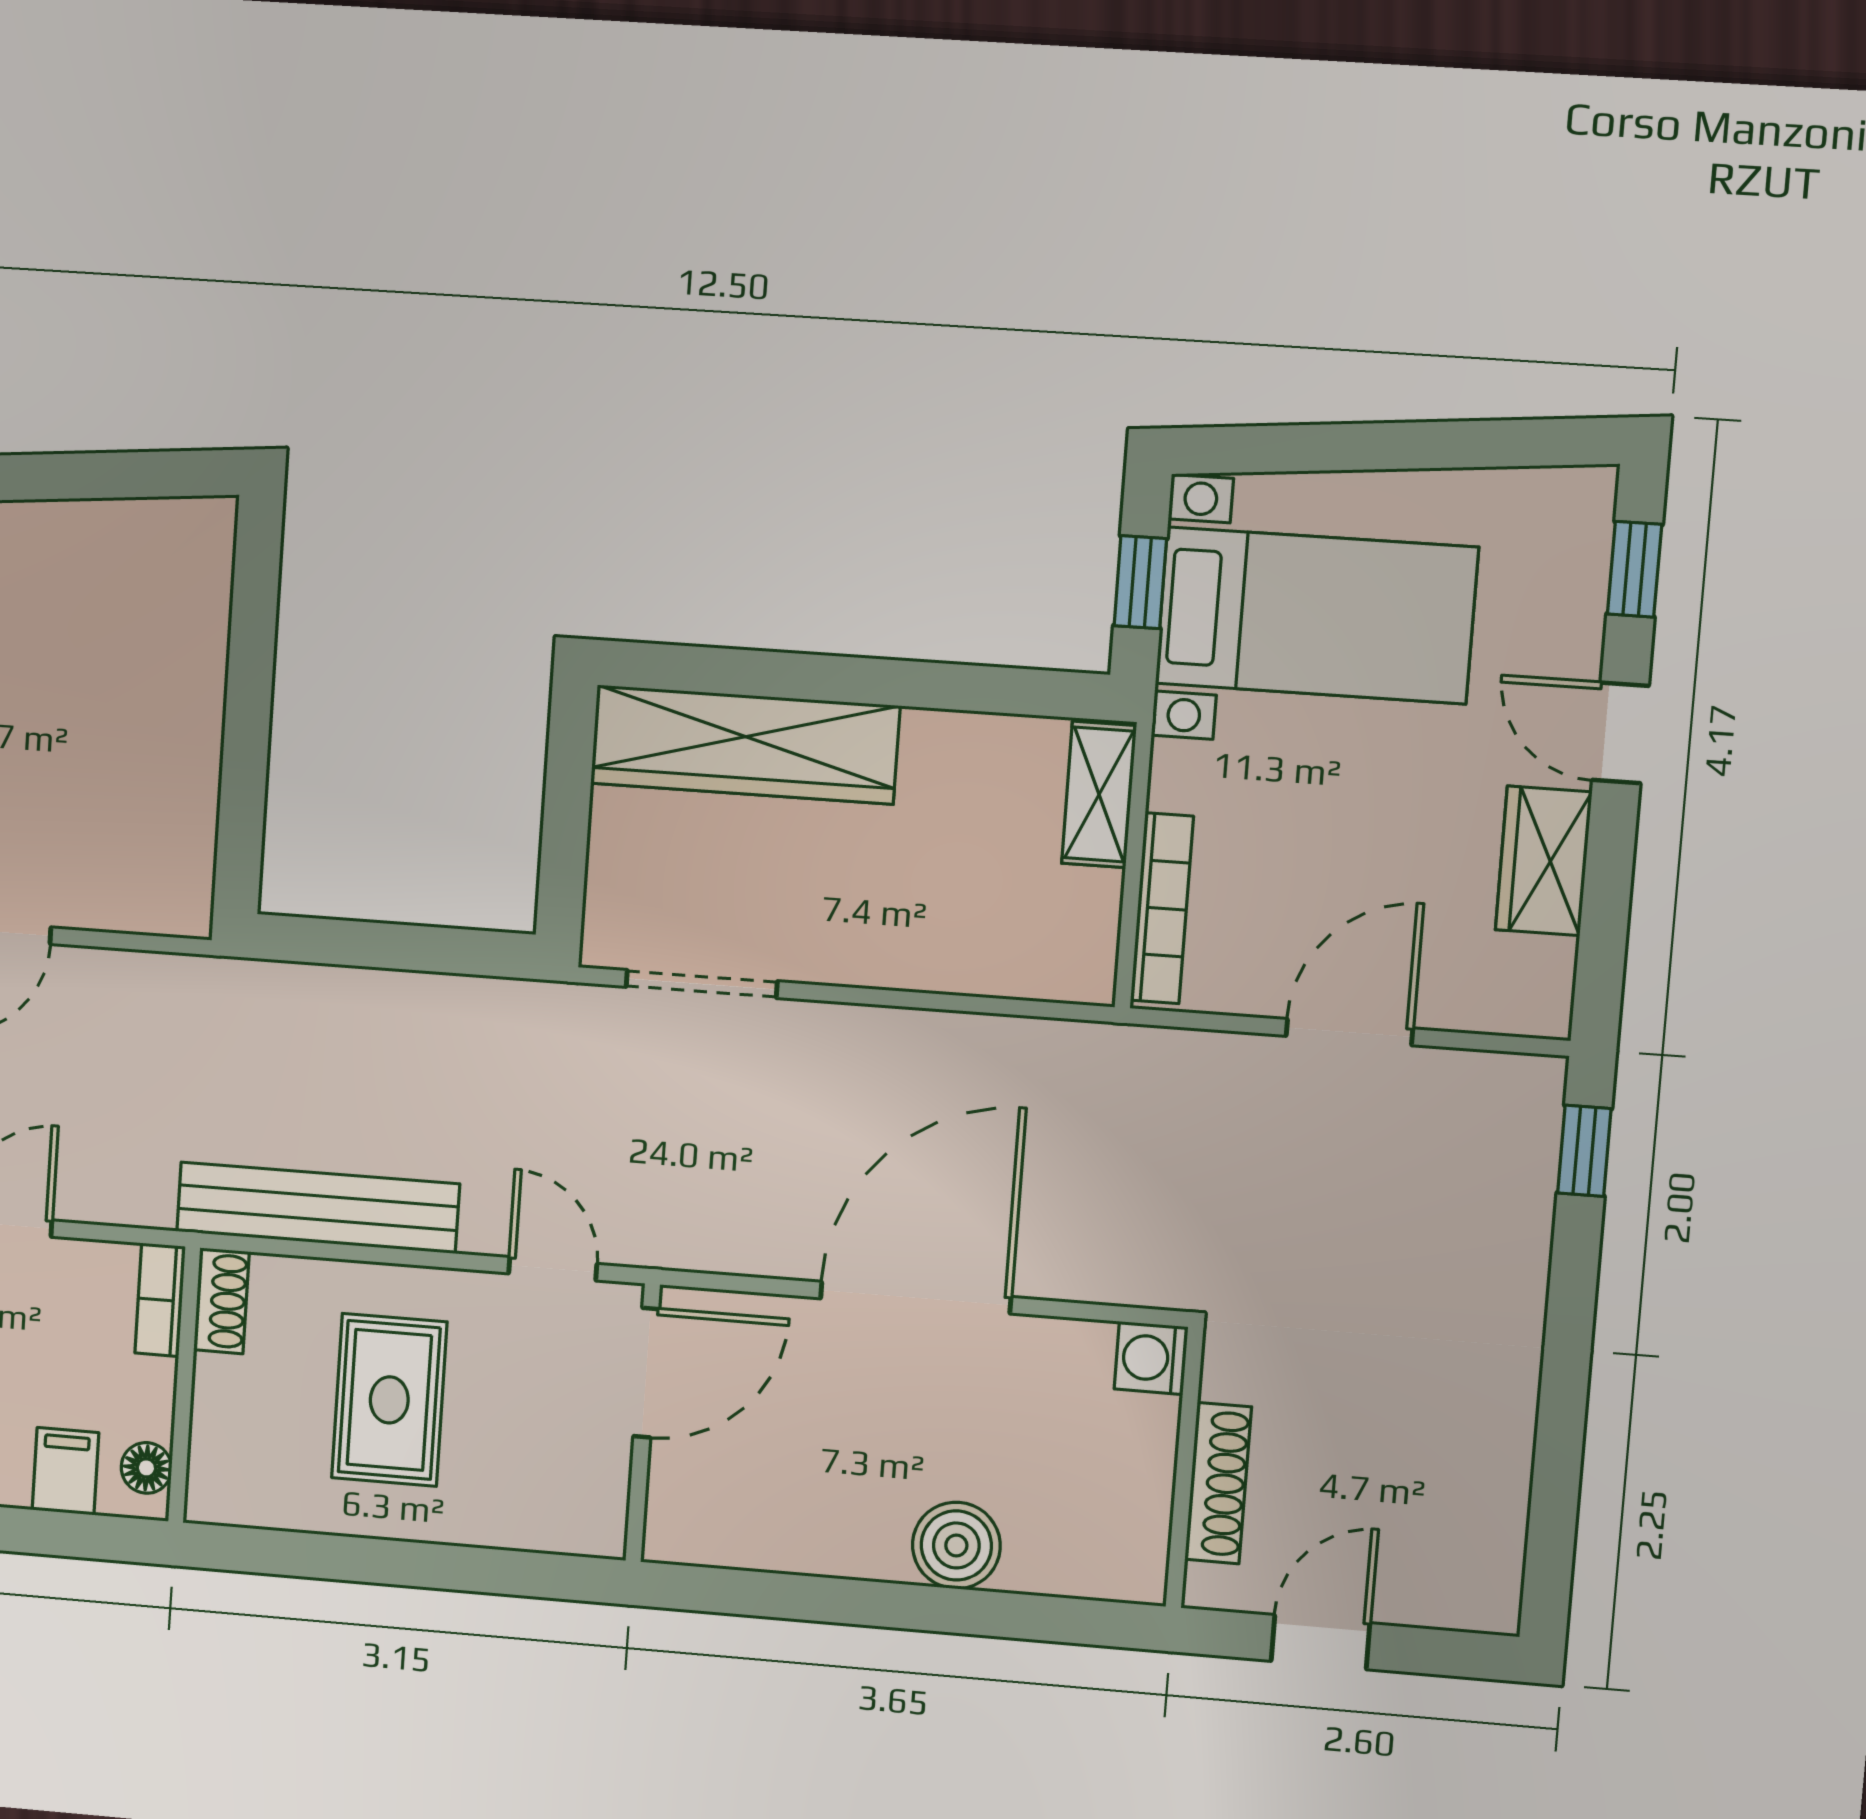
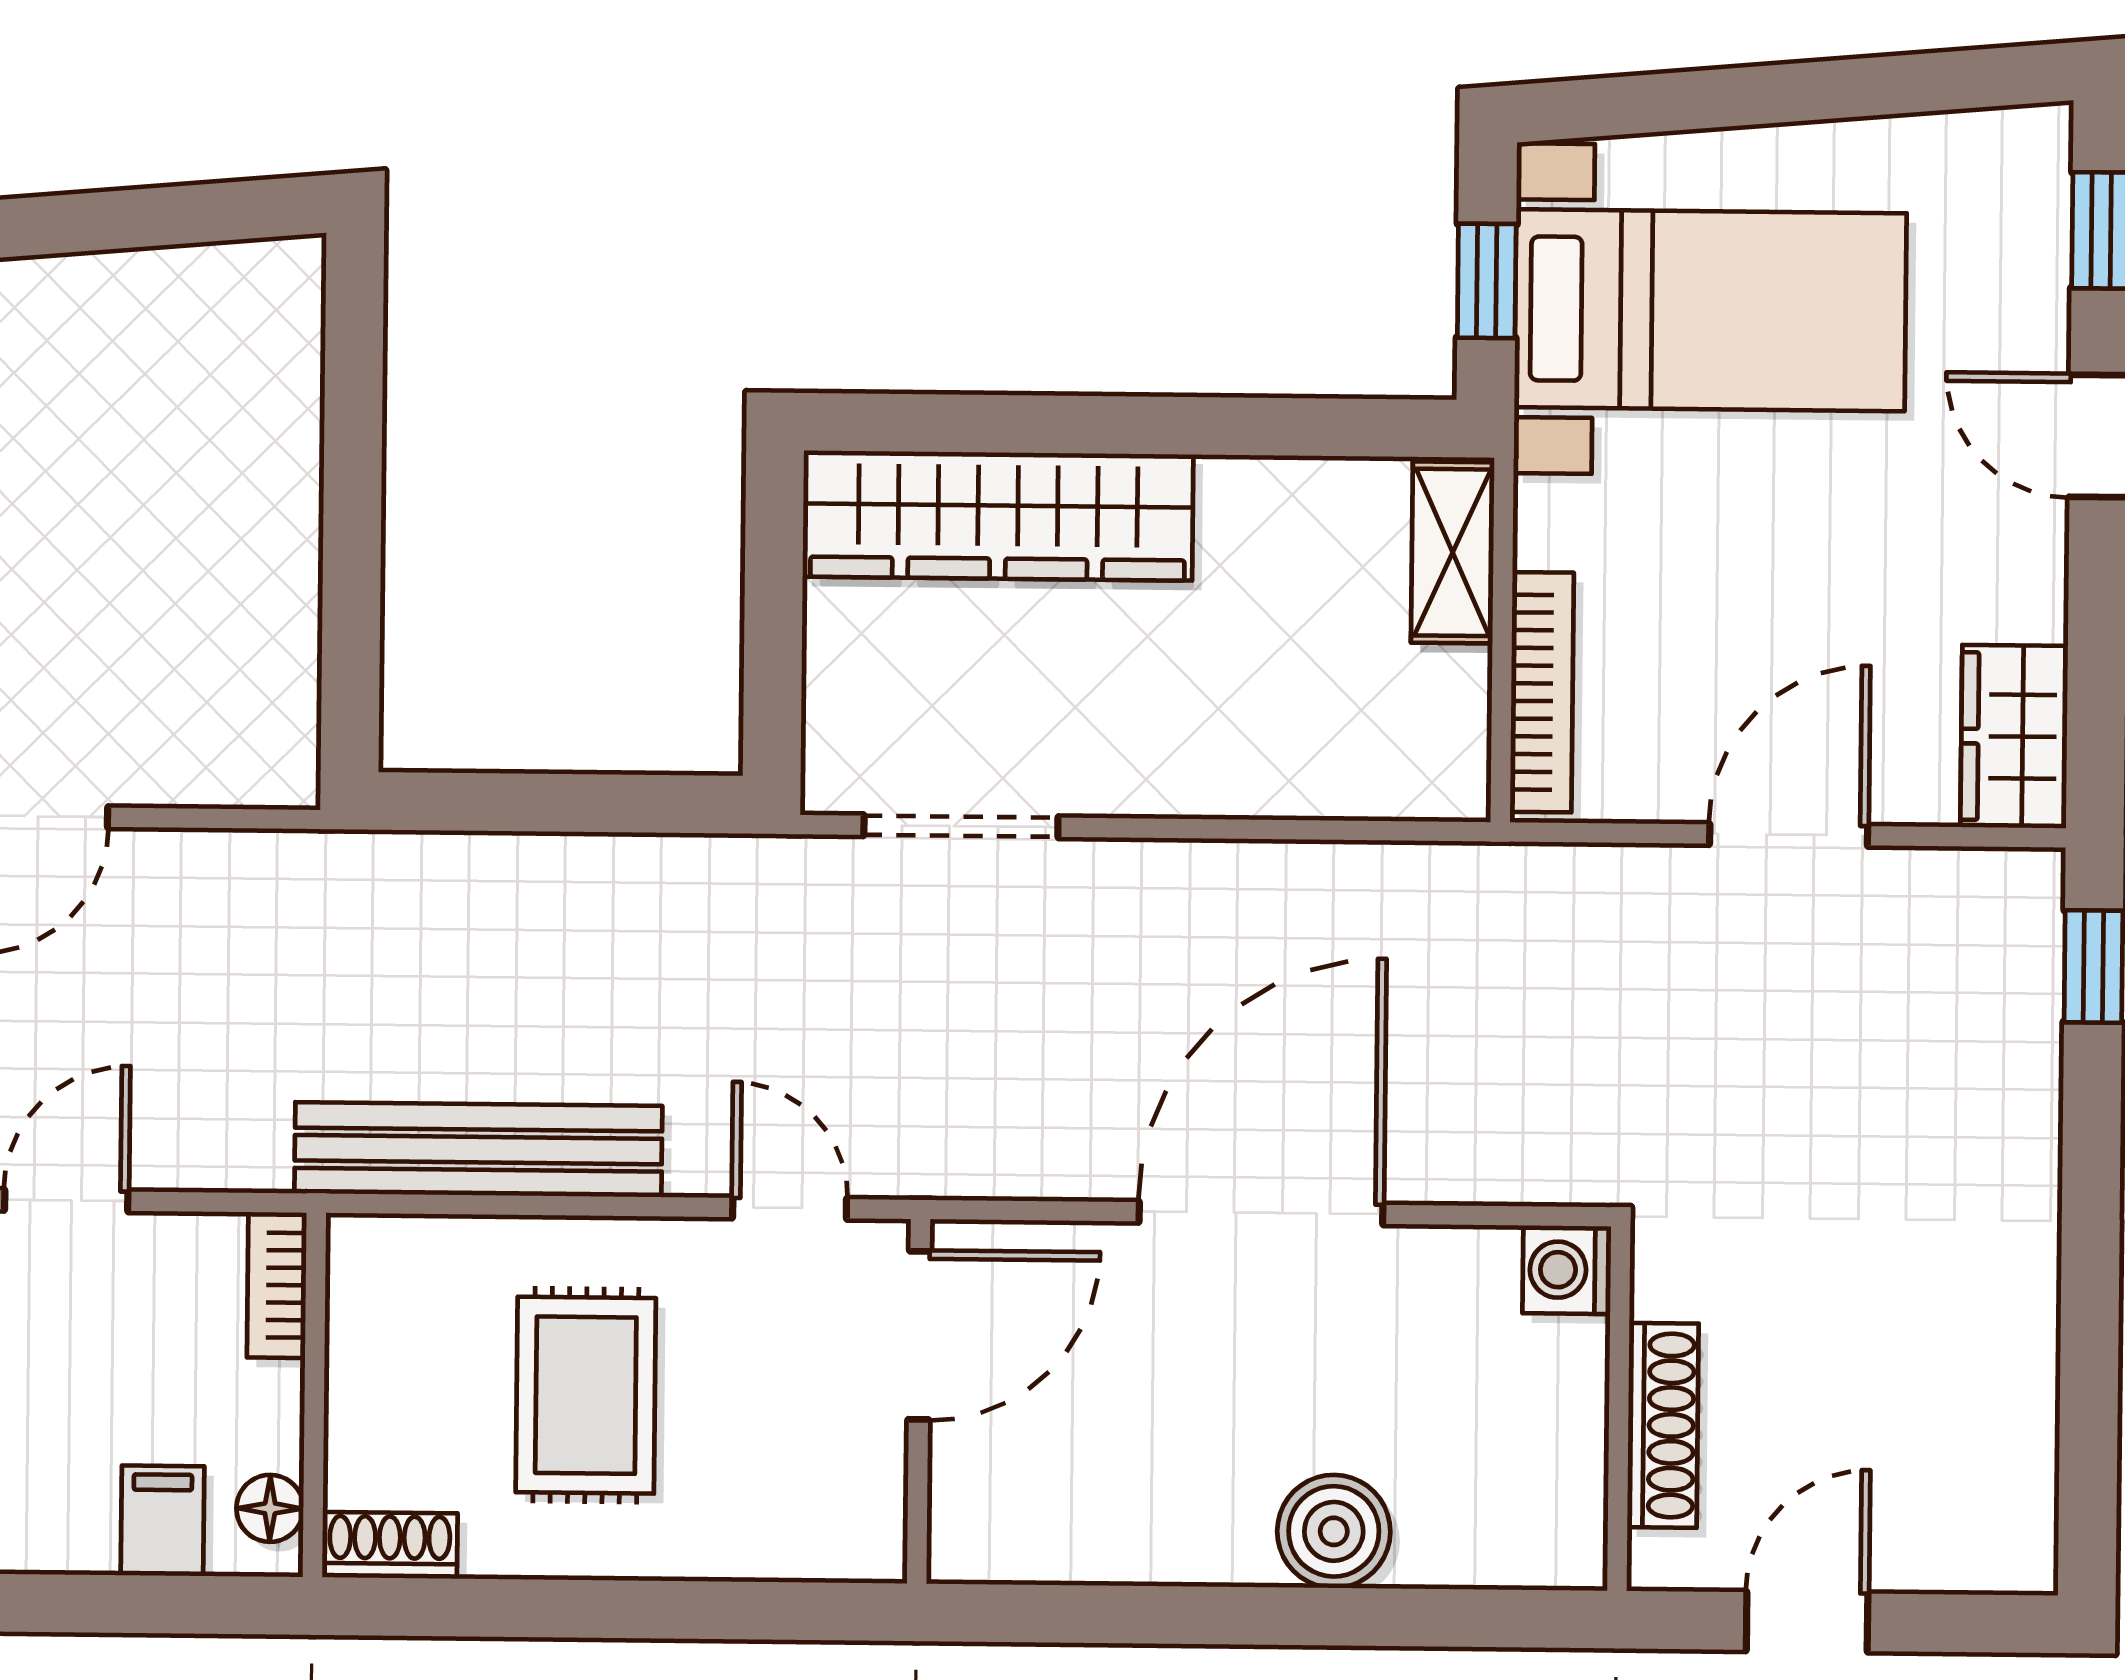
wardrobe: (1544, 861) -> (2014, 737), moved
shoe rack: (221, 1301) -> (390, 1545), moved, turned -90

